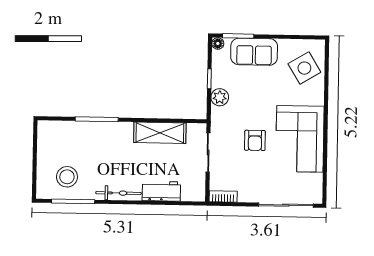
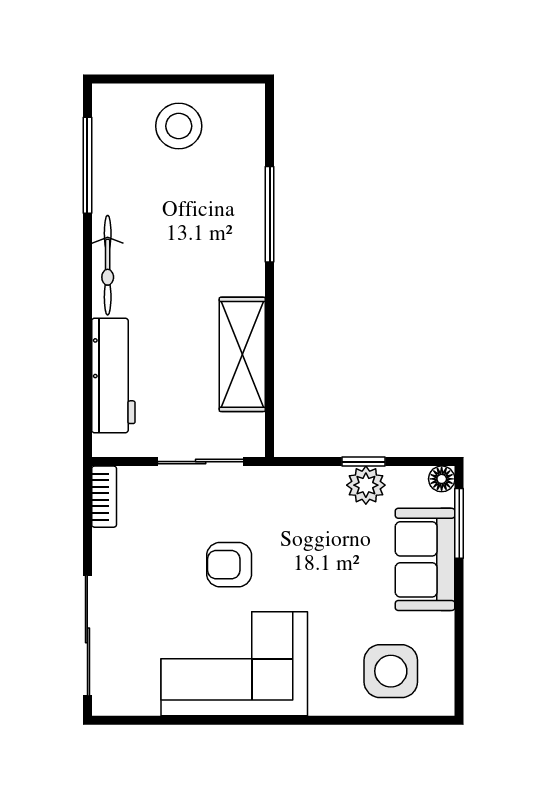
side table: (304, 68) -> (391, 671), turned 31
plant: (220, 97) -> (366, 485), moved
stool: (67, 177) -> (179, 126), moved
workbench: (161, 191) -> (113, 375), width x1.38

